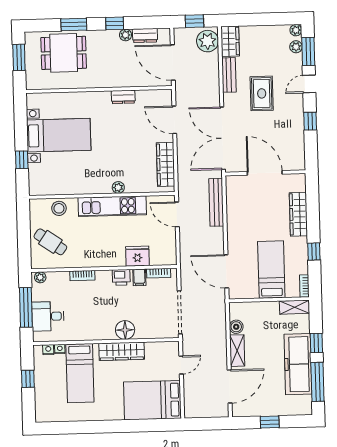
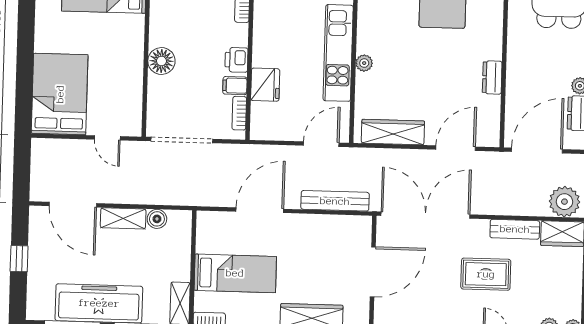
door: (226, 271) -> (260, 210), moved
wardrobe: (122, 351) -> (131, 54), removed

